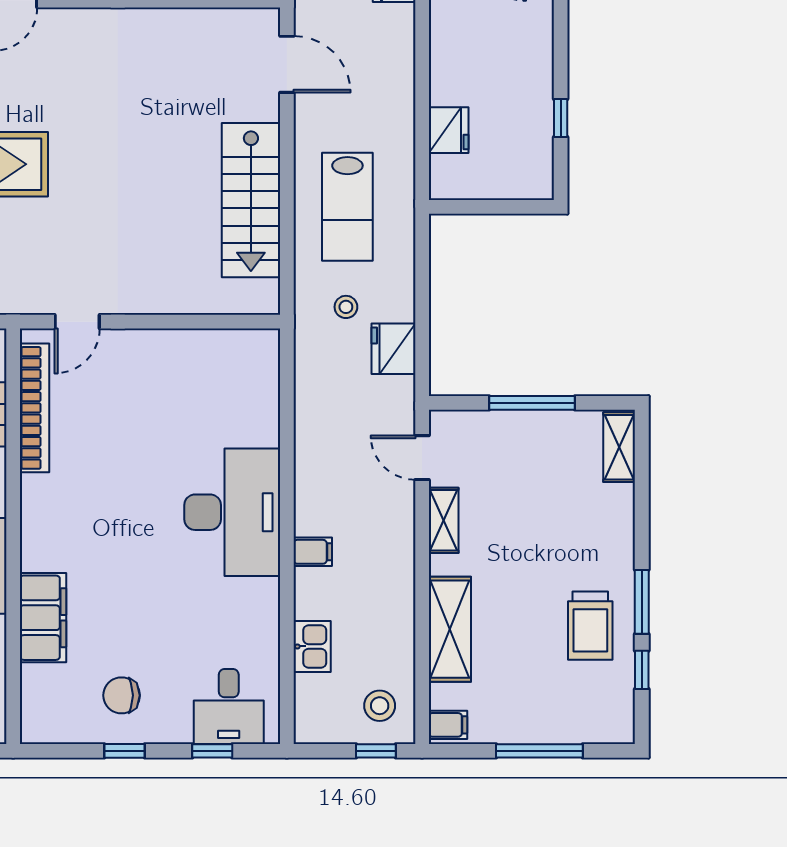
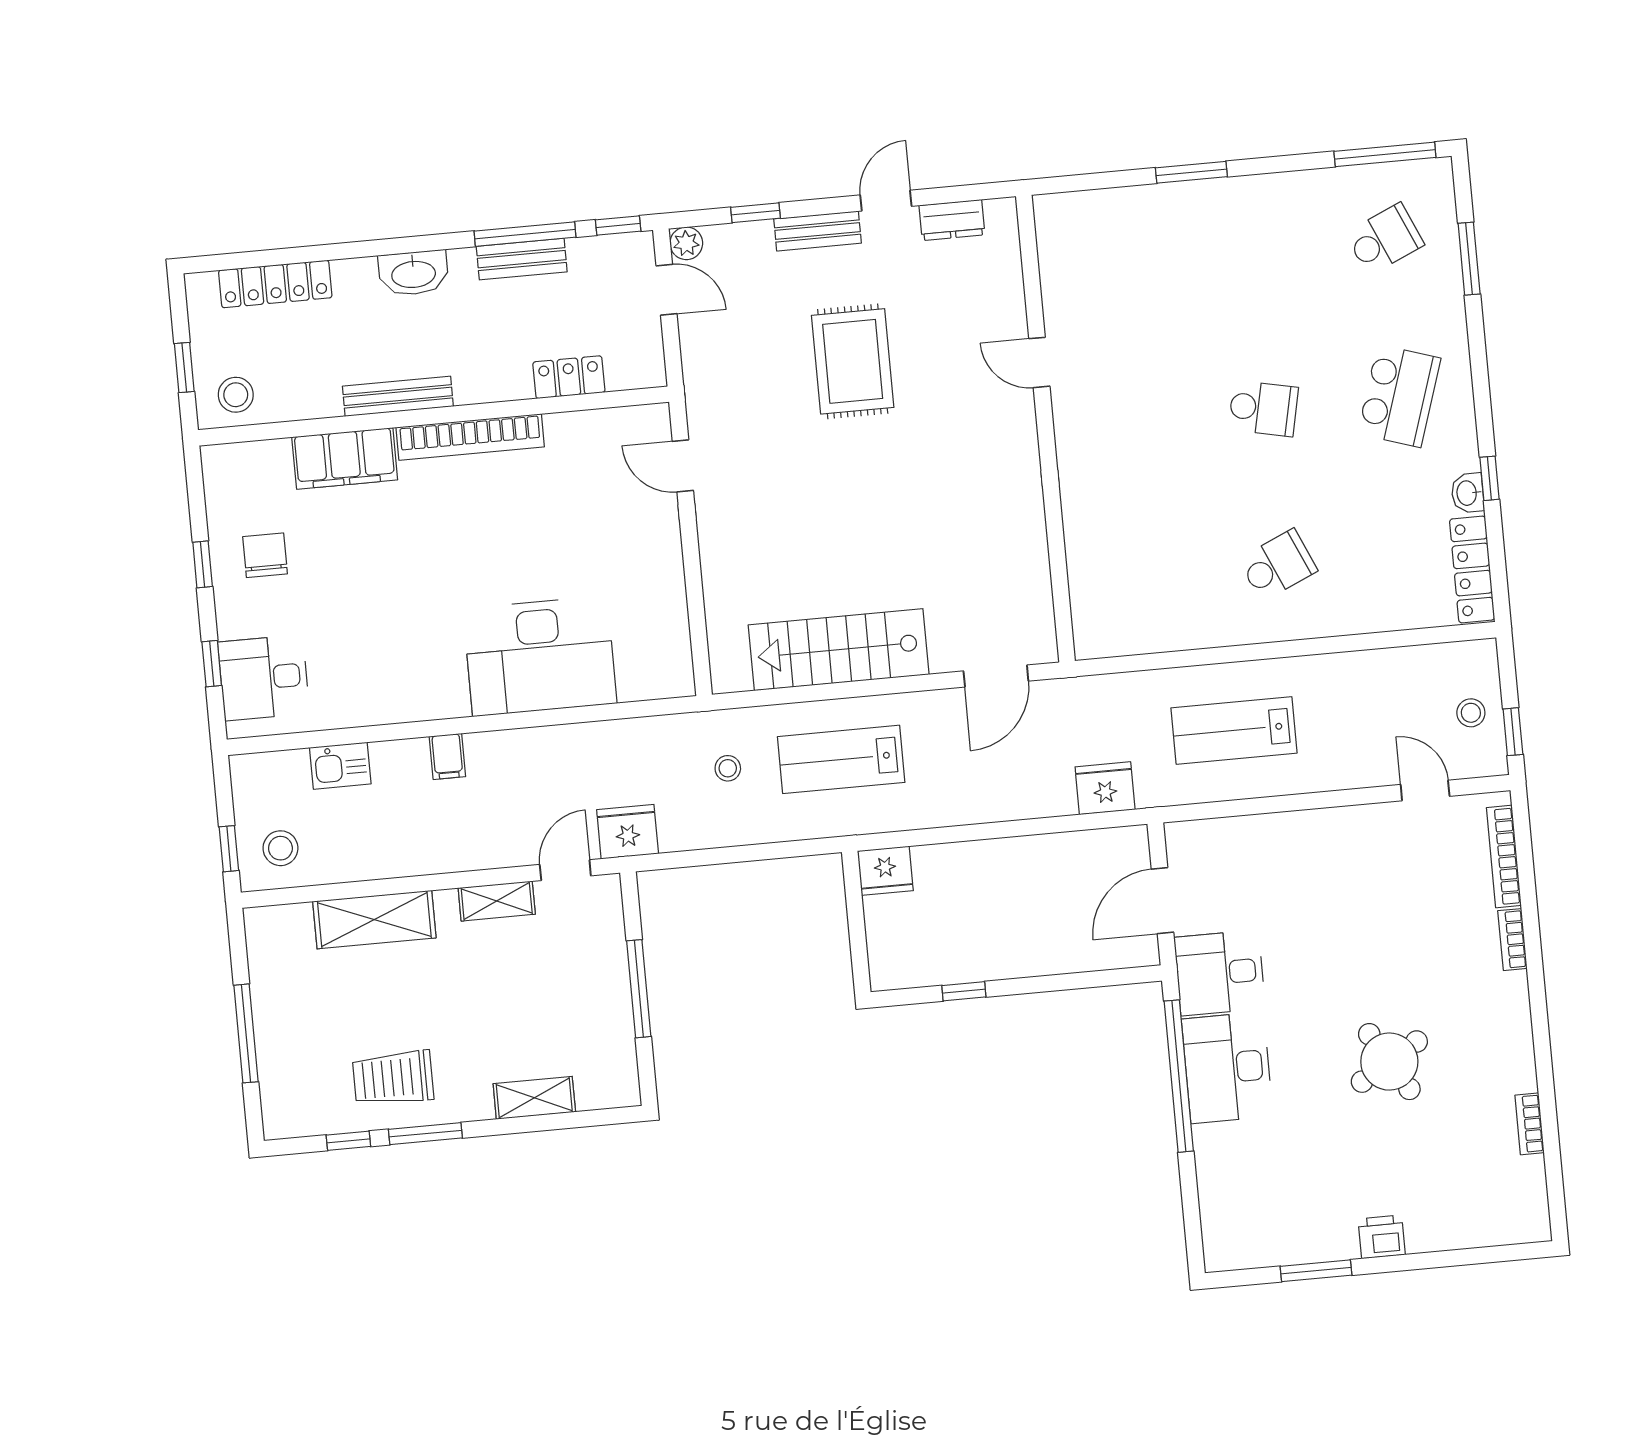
fridge: (449, 130) -> (885, 871), moved
fridge: (393, 349) -> (628, 832), moved
bookcase: (34, 408) -> (470, 437), moved
shelving: (619, 447) -> (534, 1098), moved
desk: (232, 512) -> (540, 656), moved
filing cabinet: (448, 725) -> (266, 927), removed

